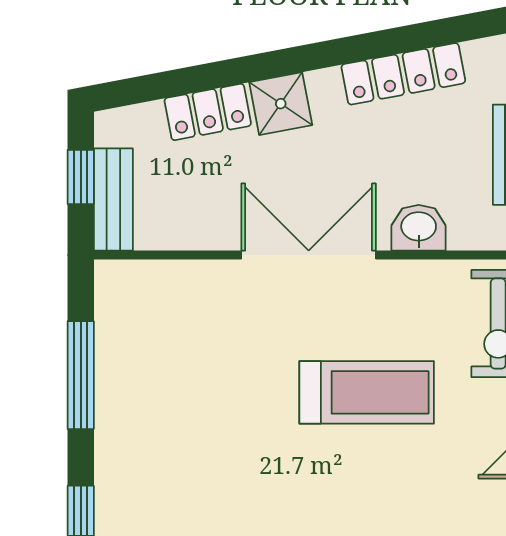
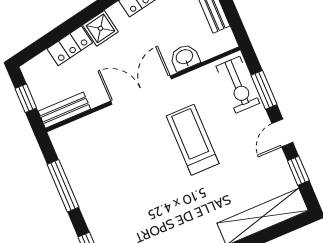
bench: (113, 200) -> (64, 110), moved, turned 90
treadmill: (367, 392) -> (193, 140), turned -90

